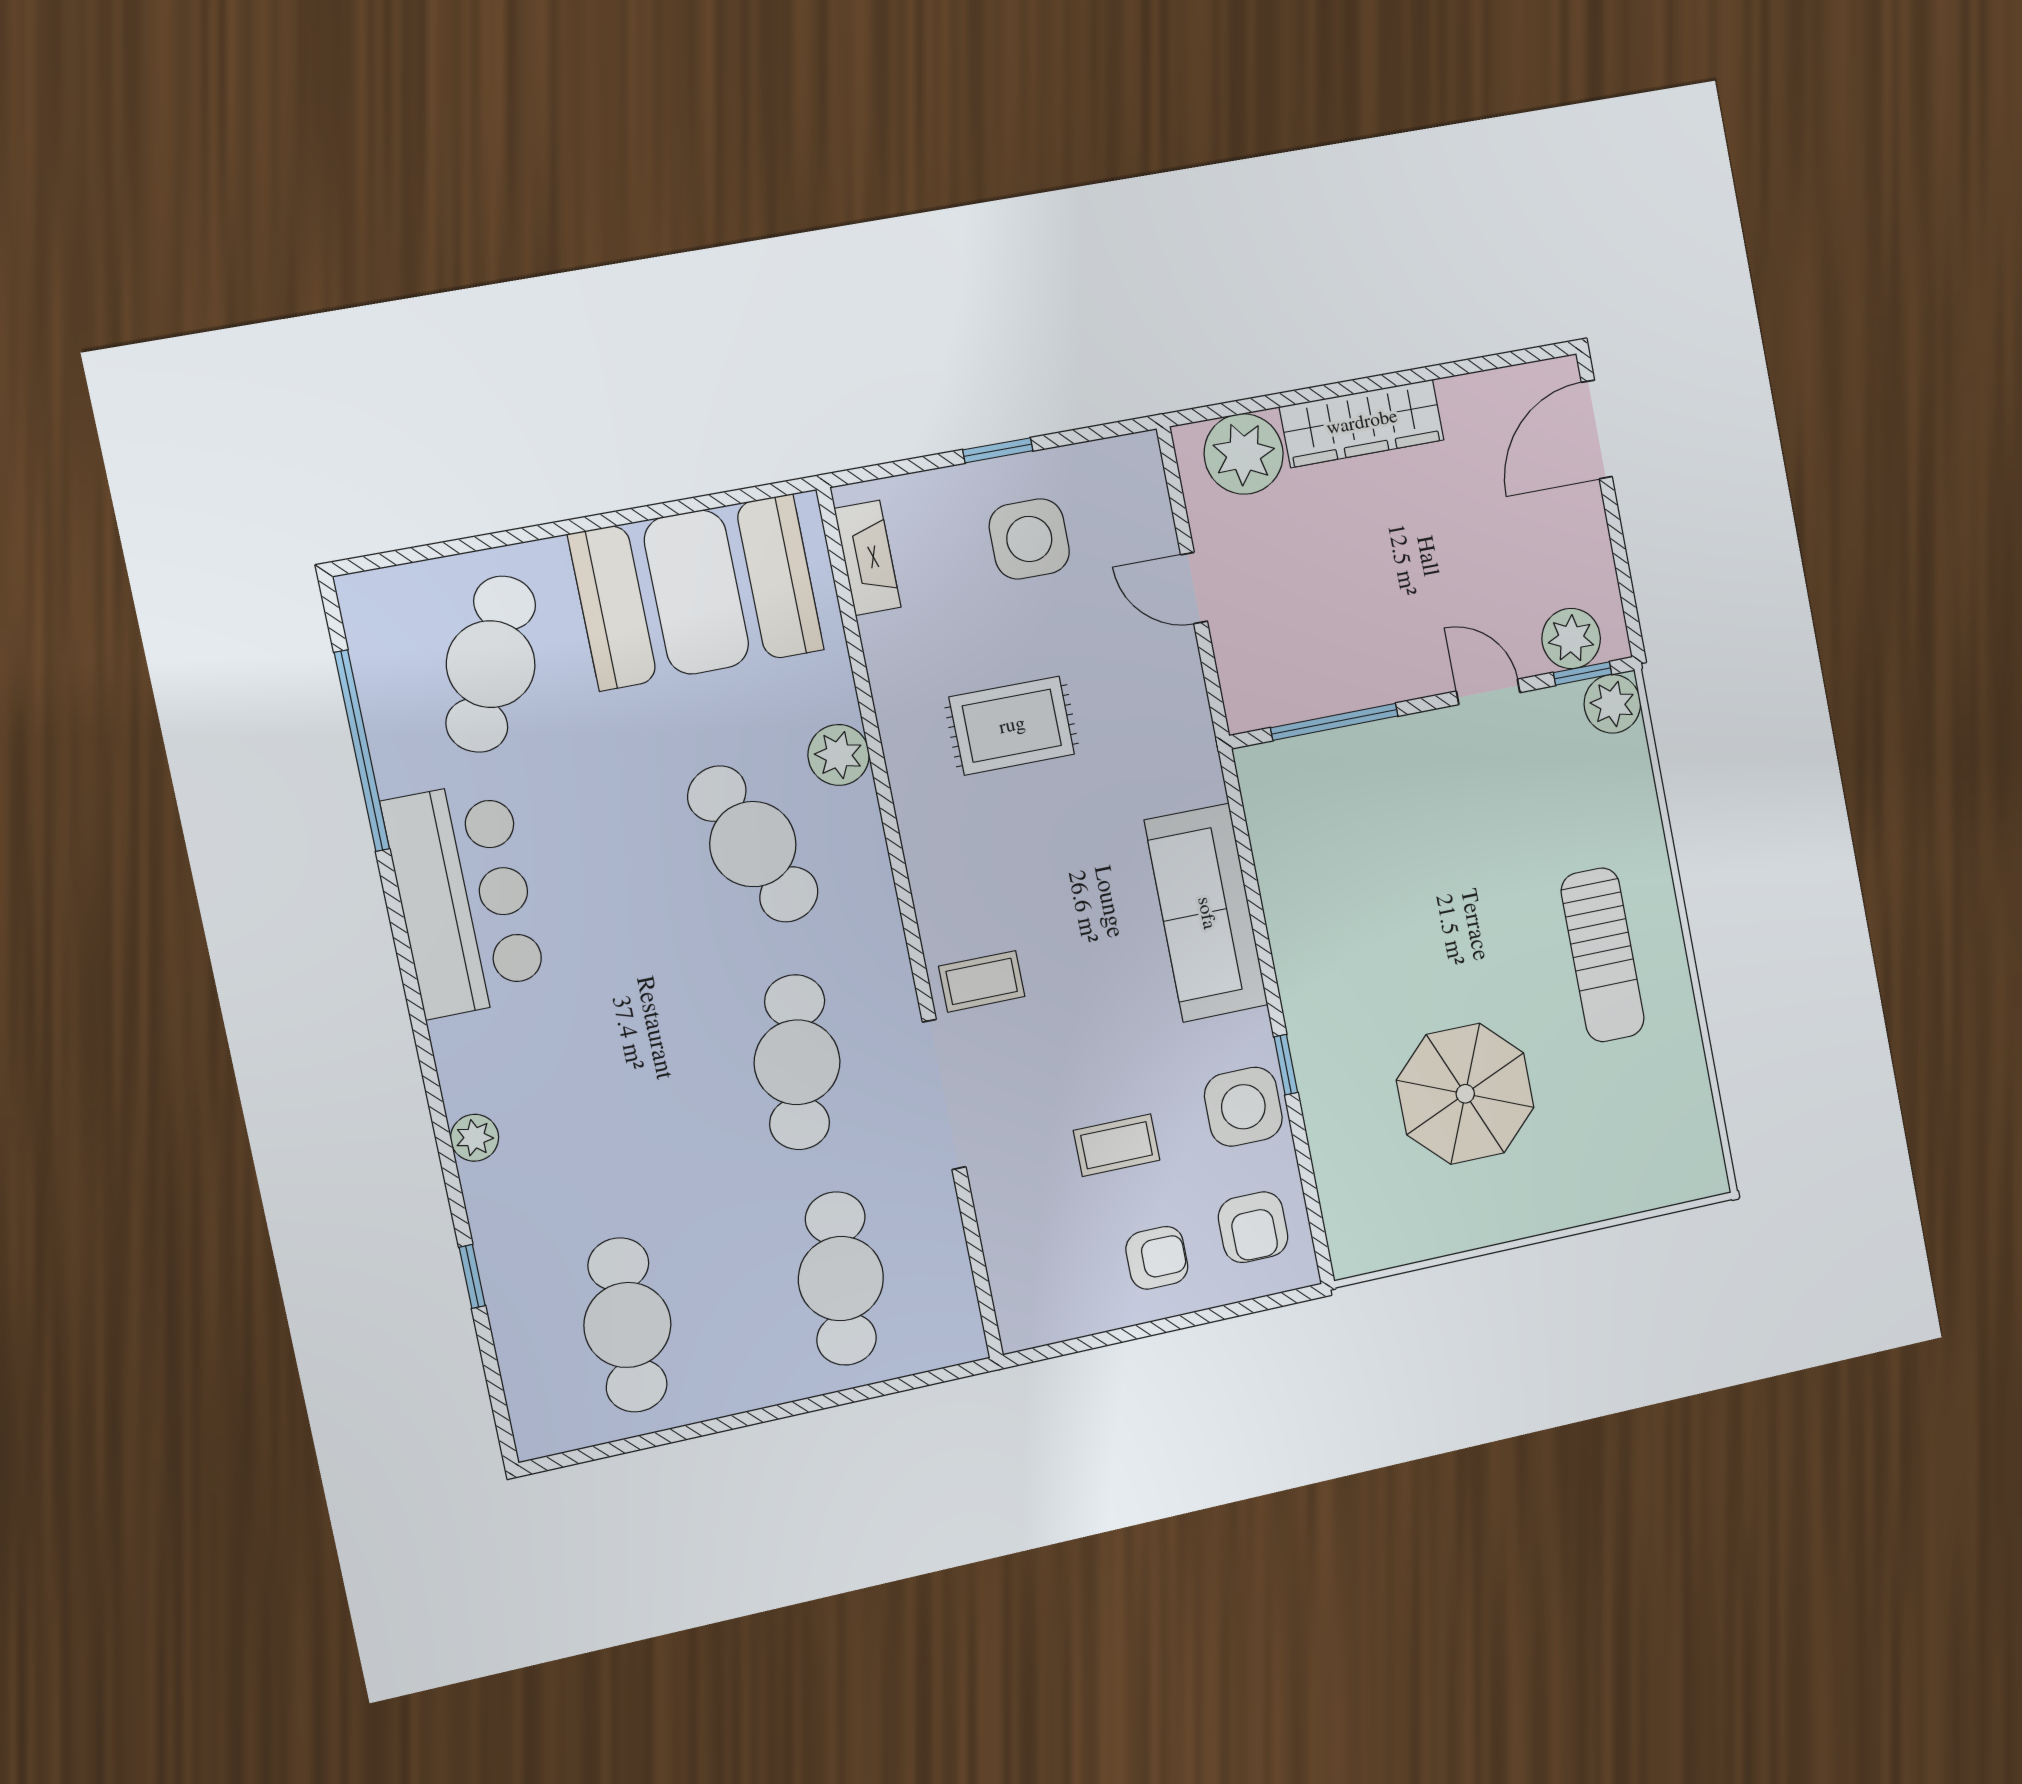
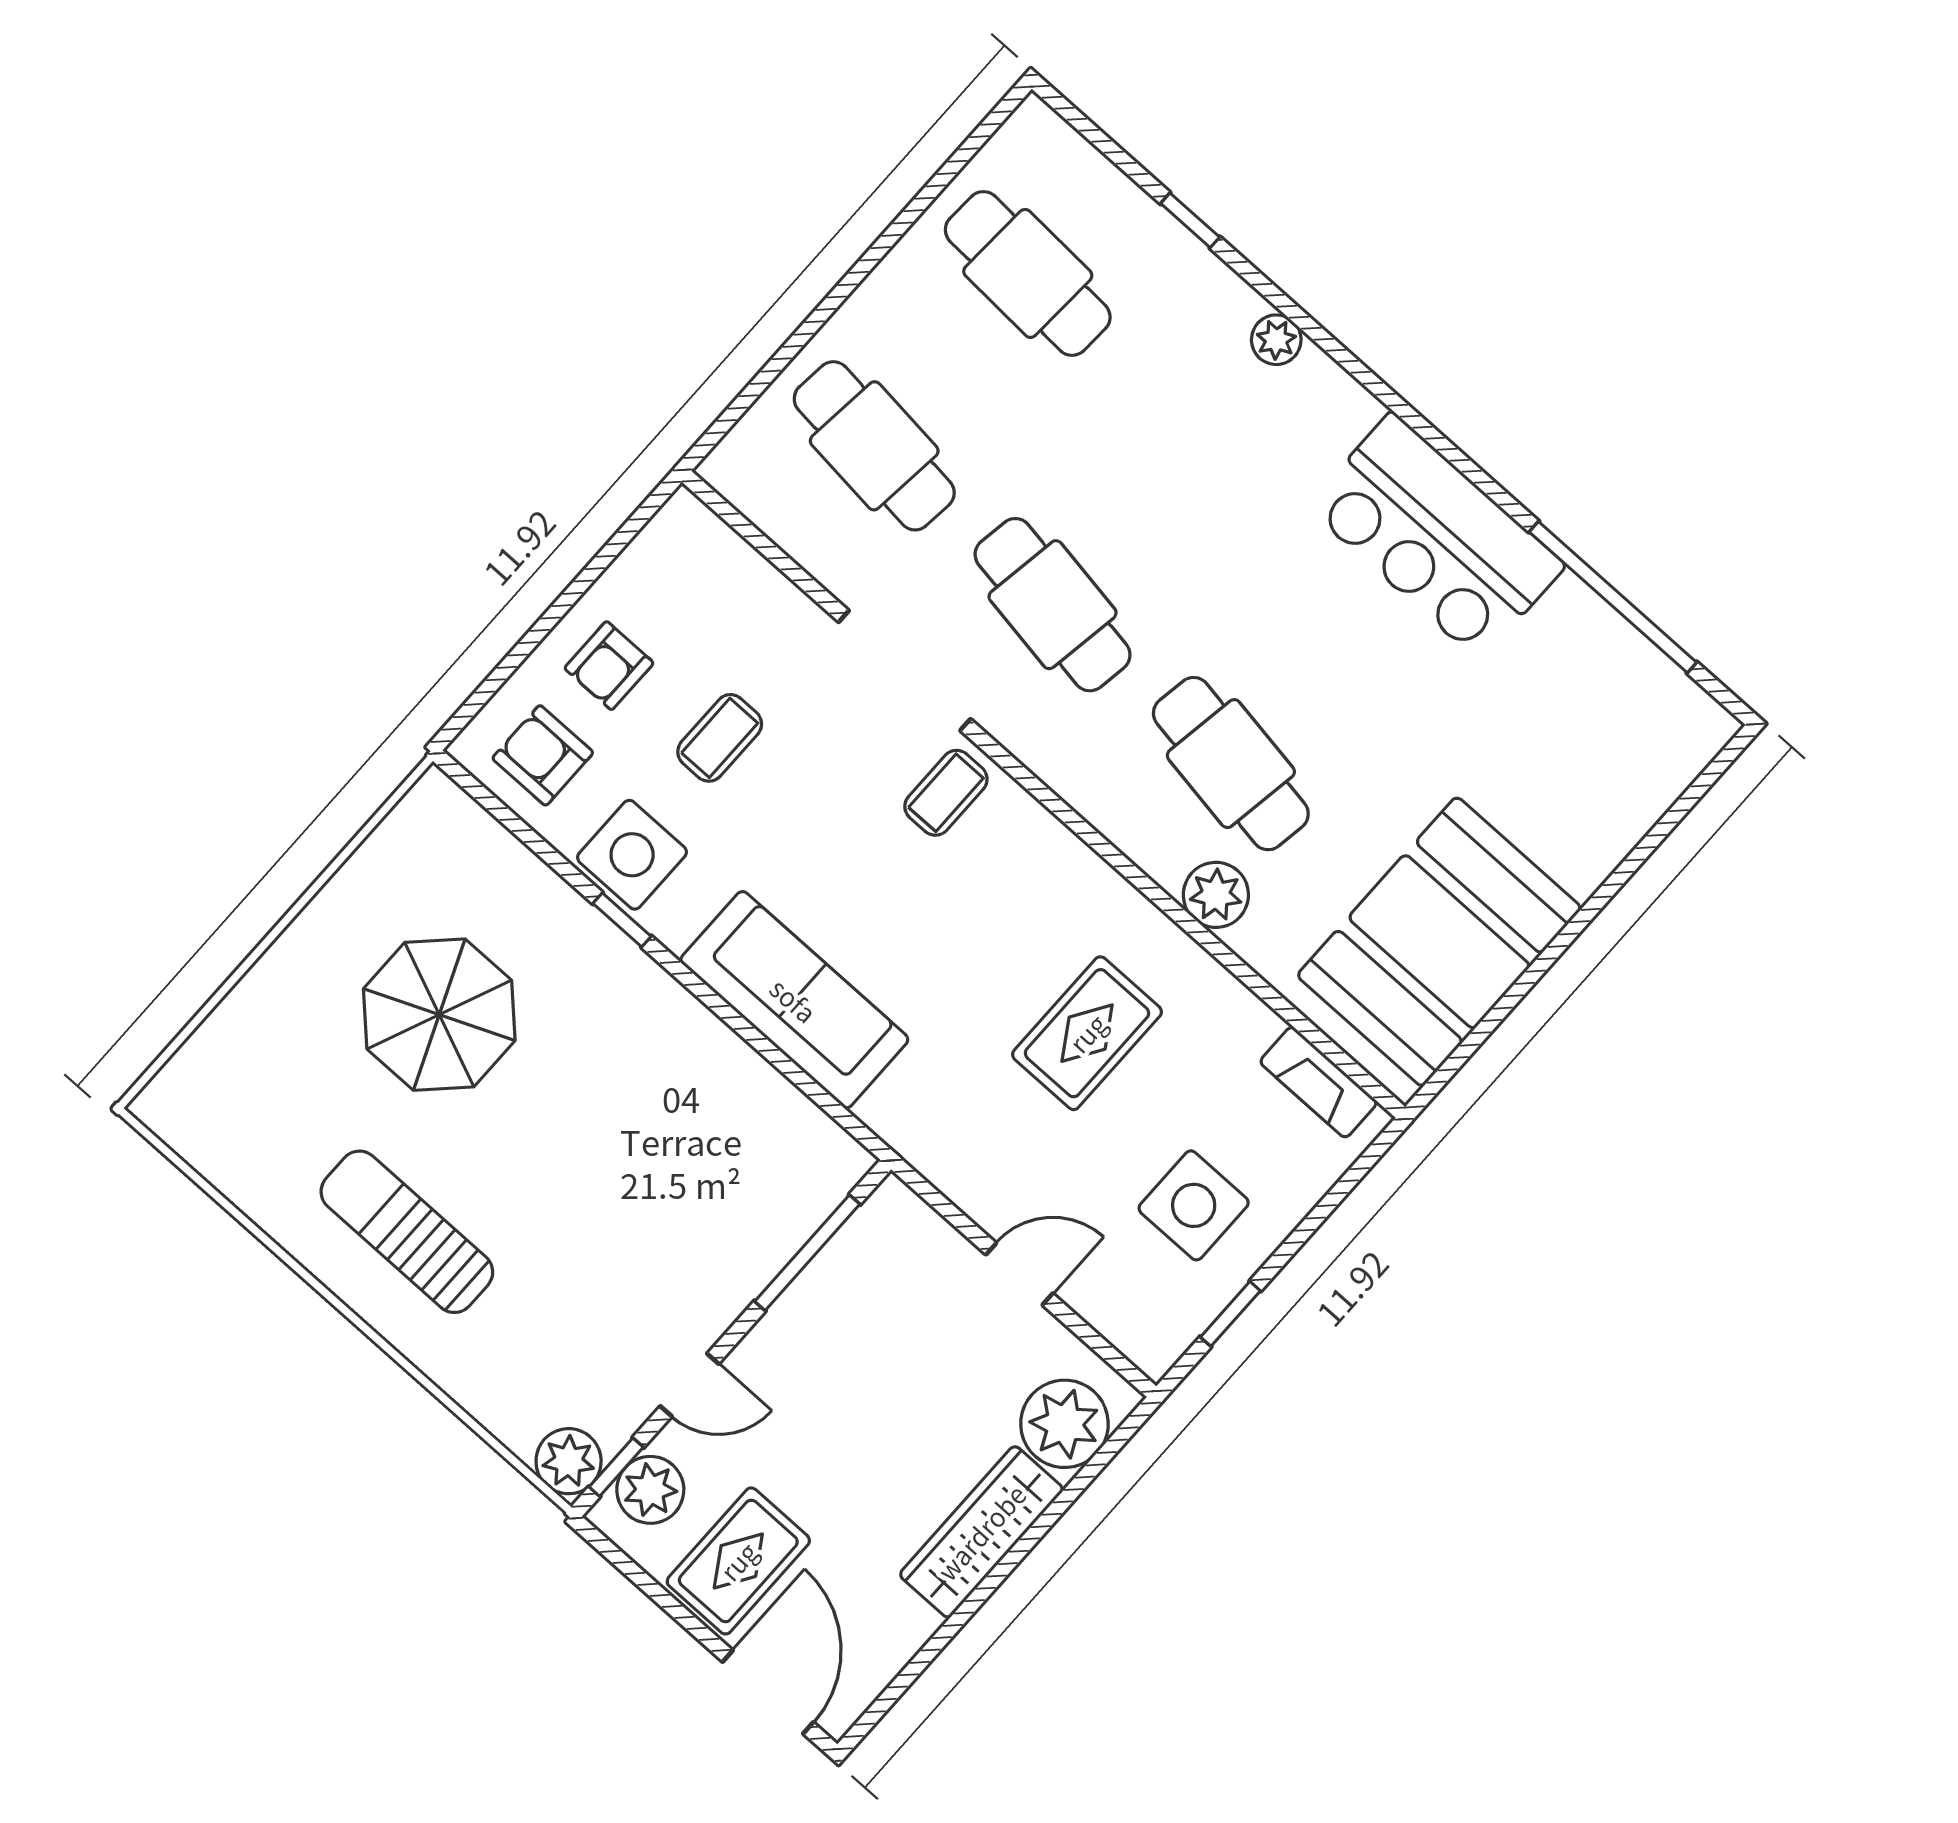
window: (998, 450) -> (1230, 1314), moved
rug: (1548, 539) -> (738, 1561), added
cafe table: (491, 664) -> (1563, 750), removed
cafe table: (753, 844) -> (1231, 764), turned 33

